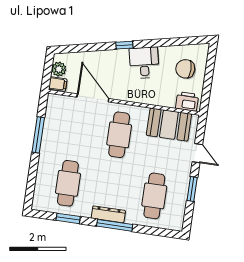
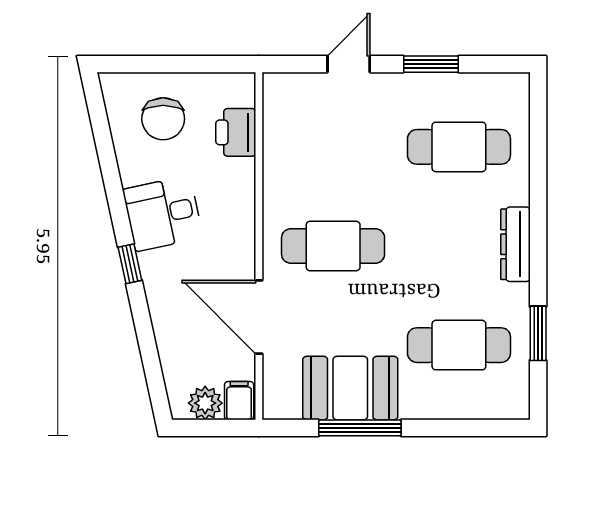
door: (93, 98) -> (259, 317), hinge flipped
printer: (187, 101) -> (236, 132), moved
booth: (169, 125) -> (350, 388), moved, turned 90
window: (115, 225) -> (538, 226), removed

